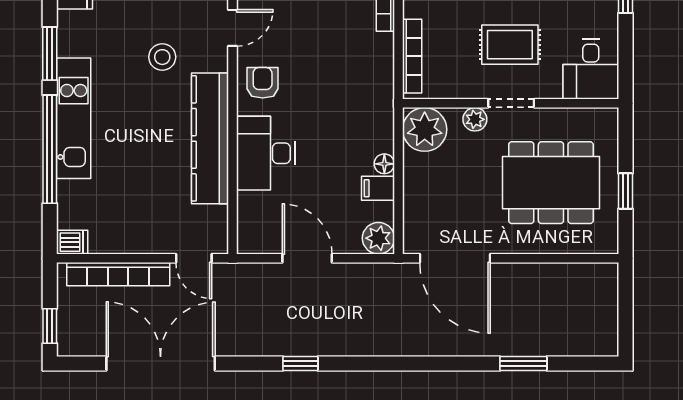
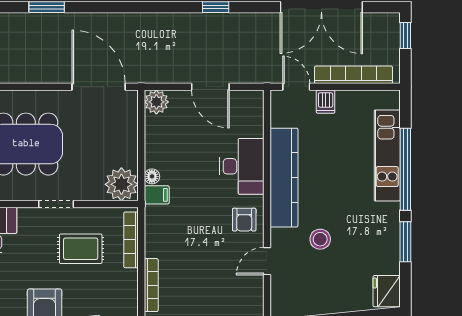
rug: (510, 45) -> (81, 249), moved
kitchen unit: (74, 118) -> (387, 156), moved
plant: (475, 119) -> (83, 192), removed
floor lamp: (384, 164) -> (152, 176), moved
filing cabinet: (378, 188) -> (157, 195), moved
dishwasher: (72, 242) -> (326, 102), moved, turned -90

